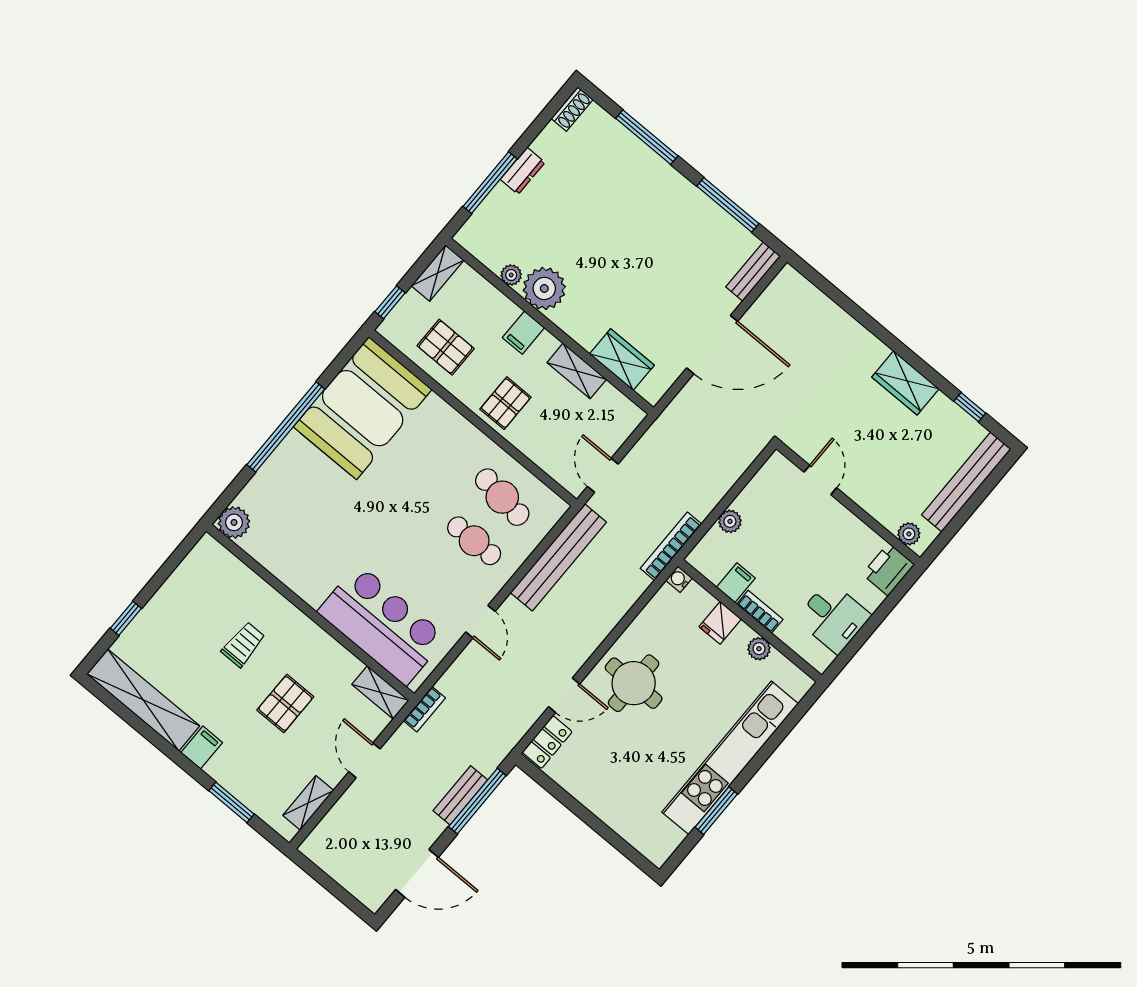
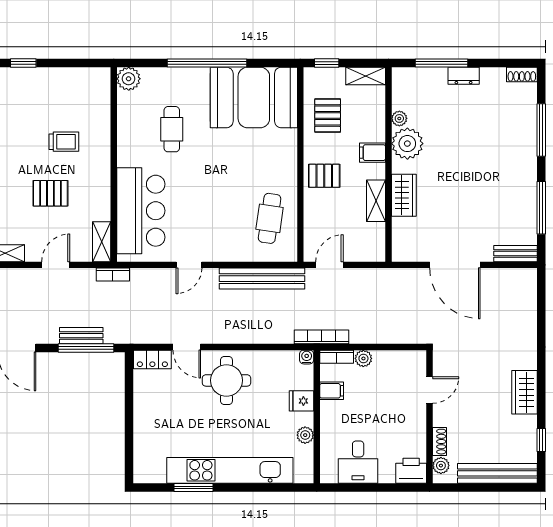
wardrobe: (622, 360) -> (404, 195), moved
shoe rack: (883, 515) -> (439, 442), added
cafe table: (474, 541) -> (172, 129), moved
bookcase: (760, 612) -> (337, 357), moved, turned 90

